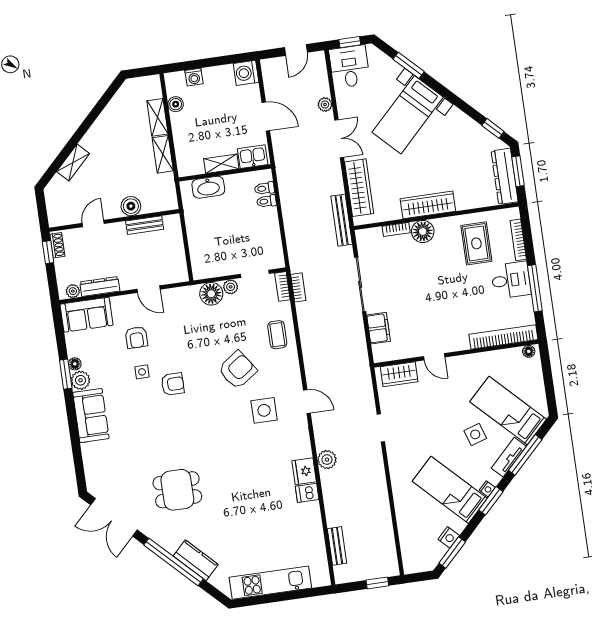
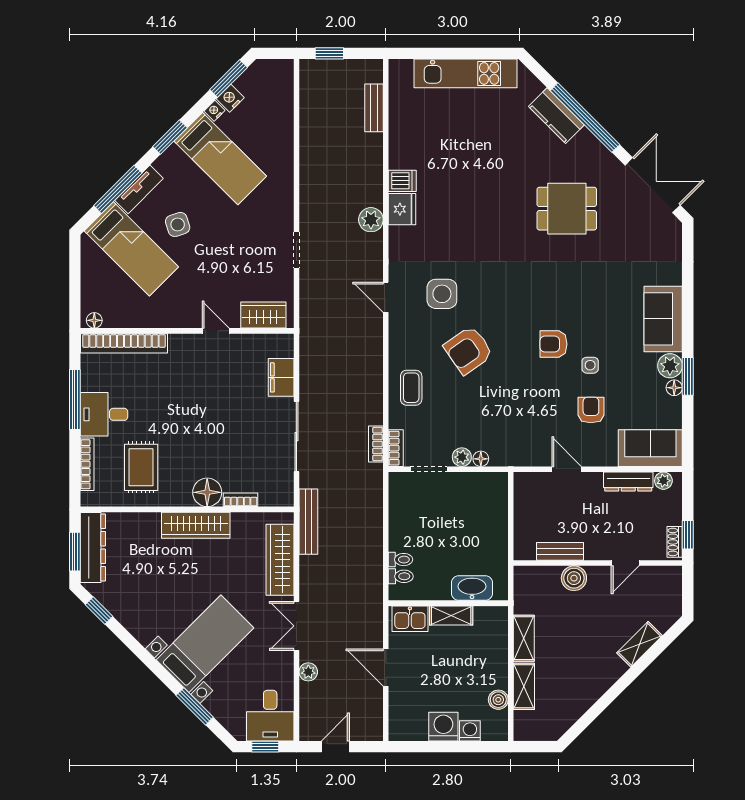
washing machine: (246, 73) -> (443, 727), moved, turned -90
floor lamp: (211, 294) -> (481, 459), width x0.53, depth x0.53
nightstand: (487, 489) -> (215, 111), moved

